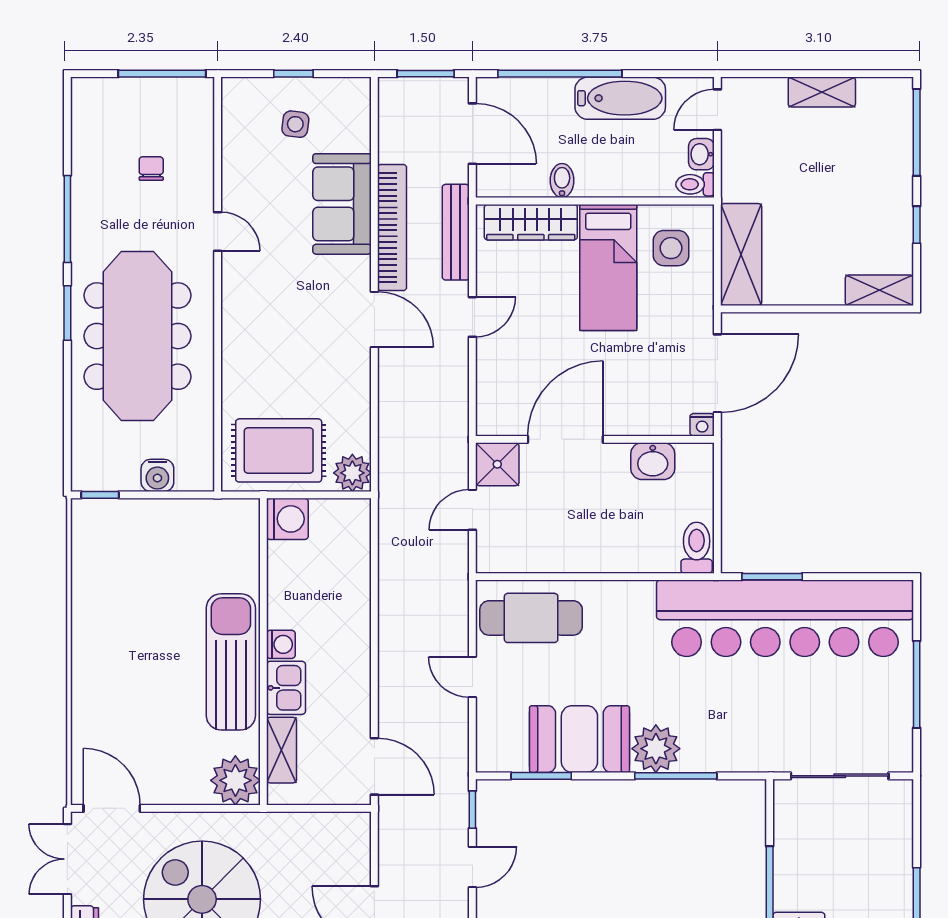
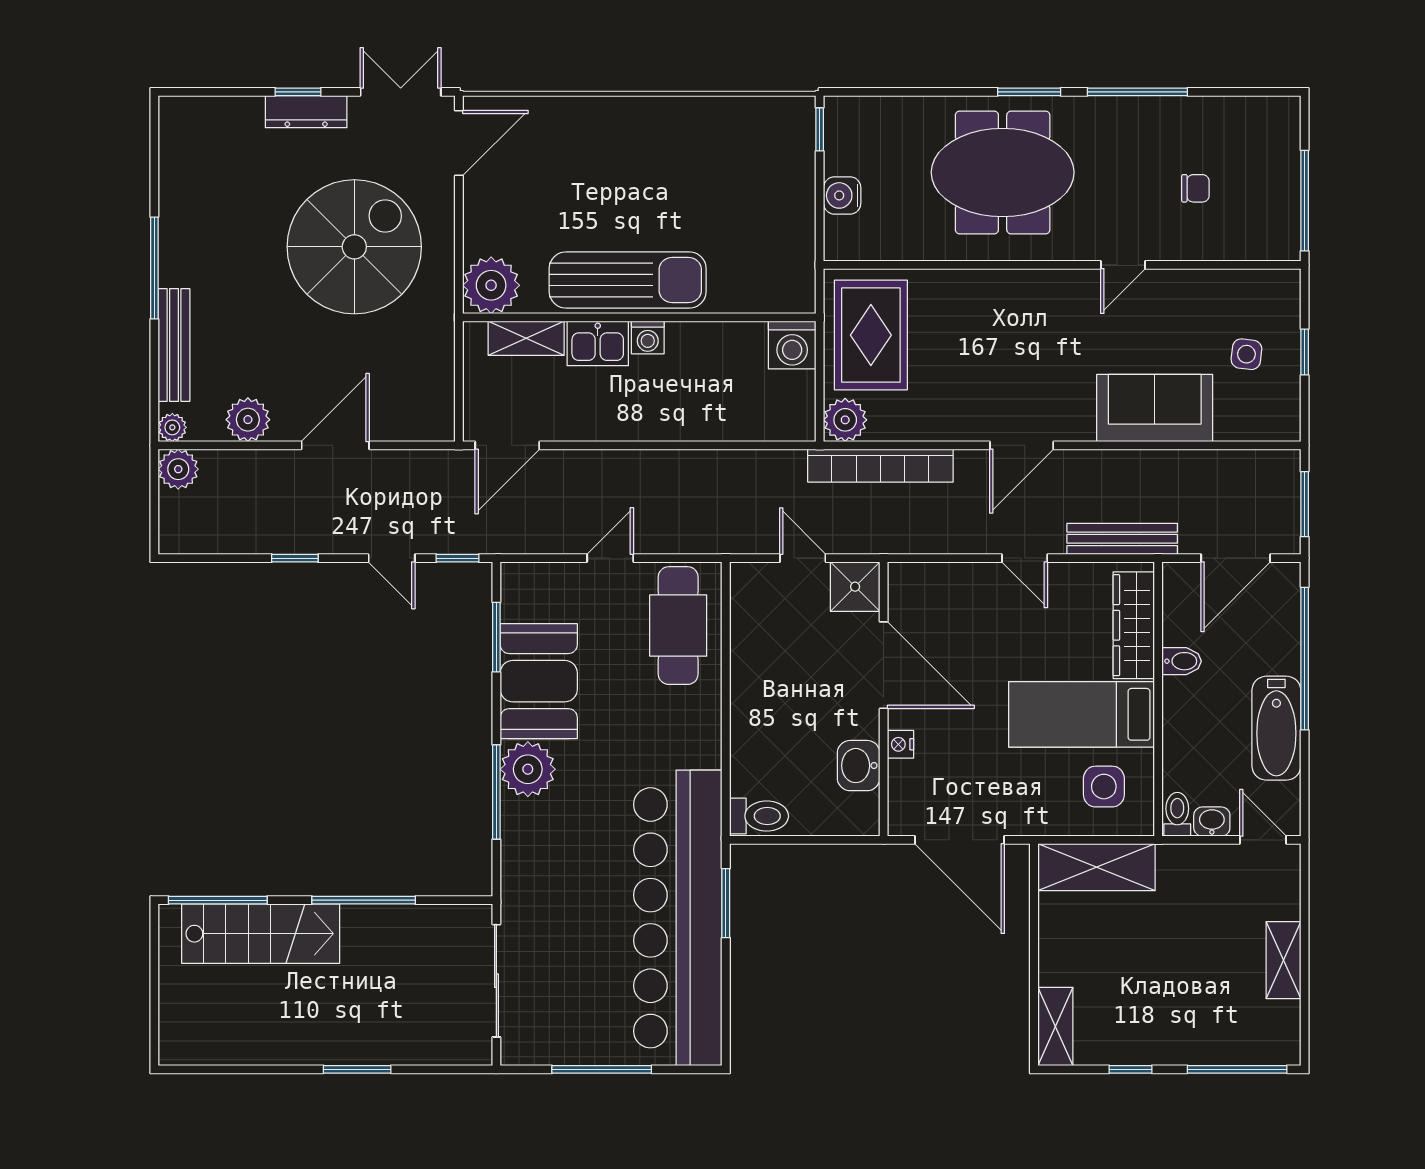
bookcase: (392, 228) -> (880, 466), moved
meeting table: (137, 336) -> (1003, 172), width x0.73
nightstand: (702, 425) -> (900, 744), moved

